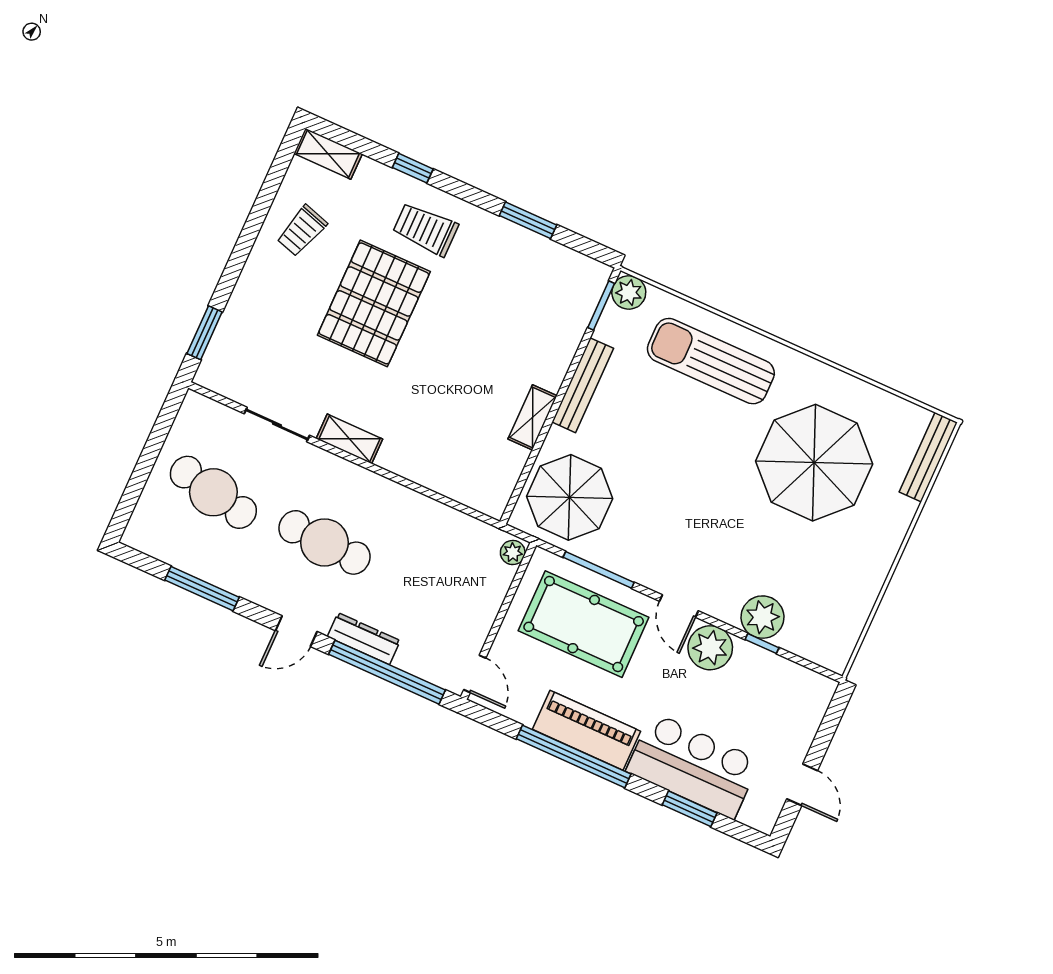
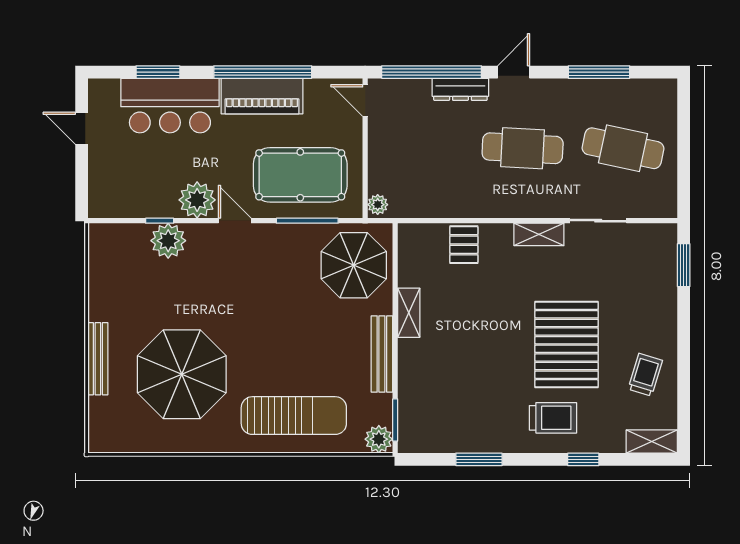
bench: (928, 457) -> (98, 359), moved
pallet: (438, 465) -> (464, 245), added

